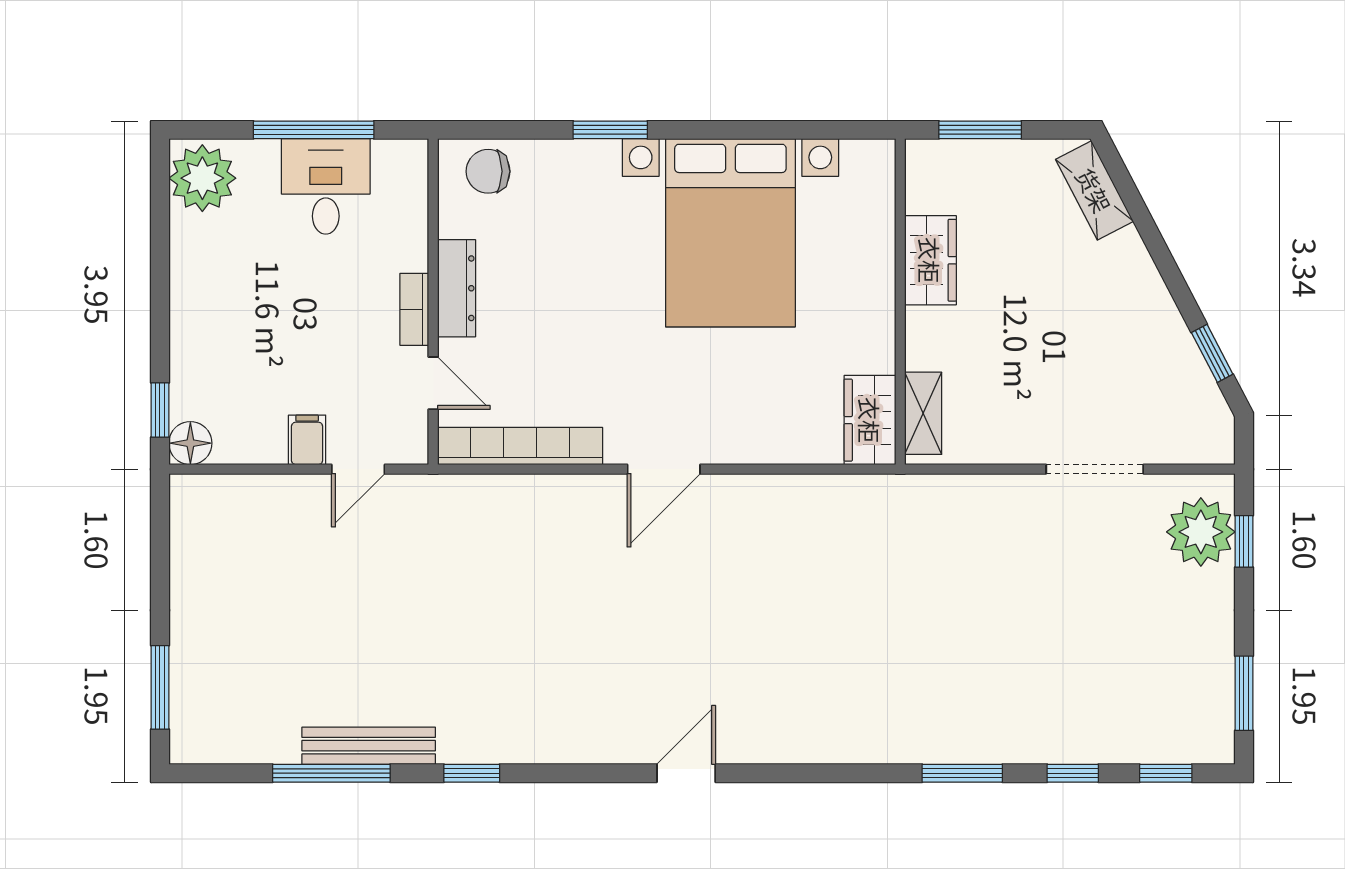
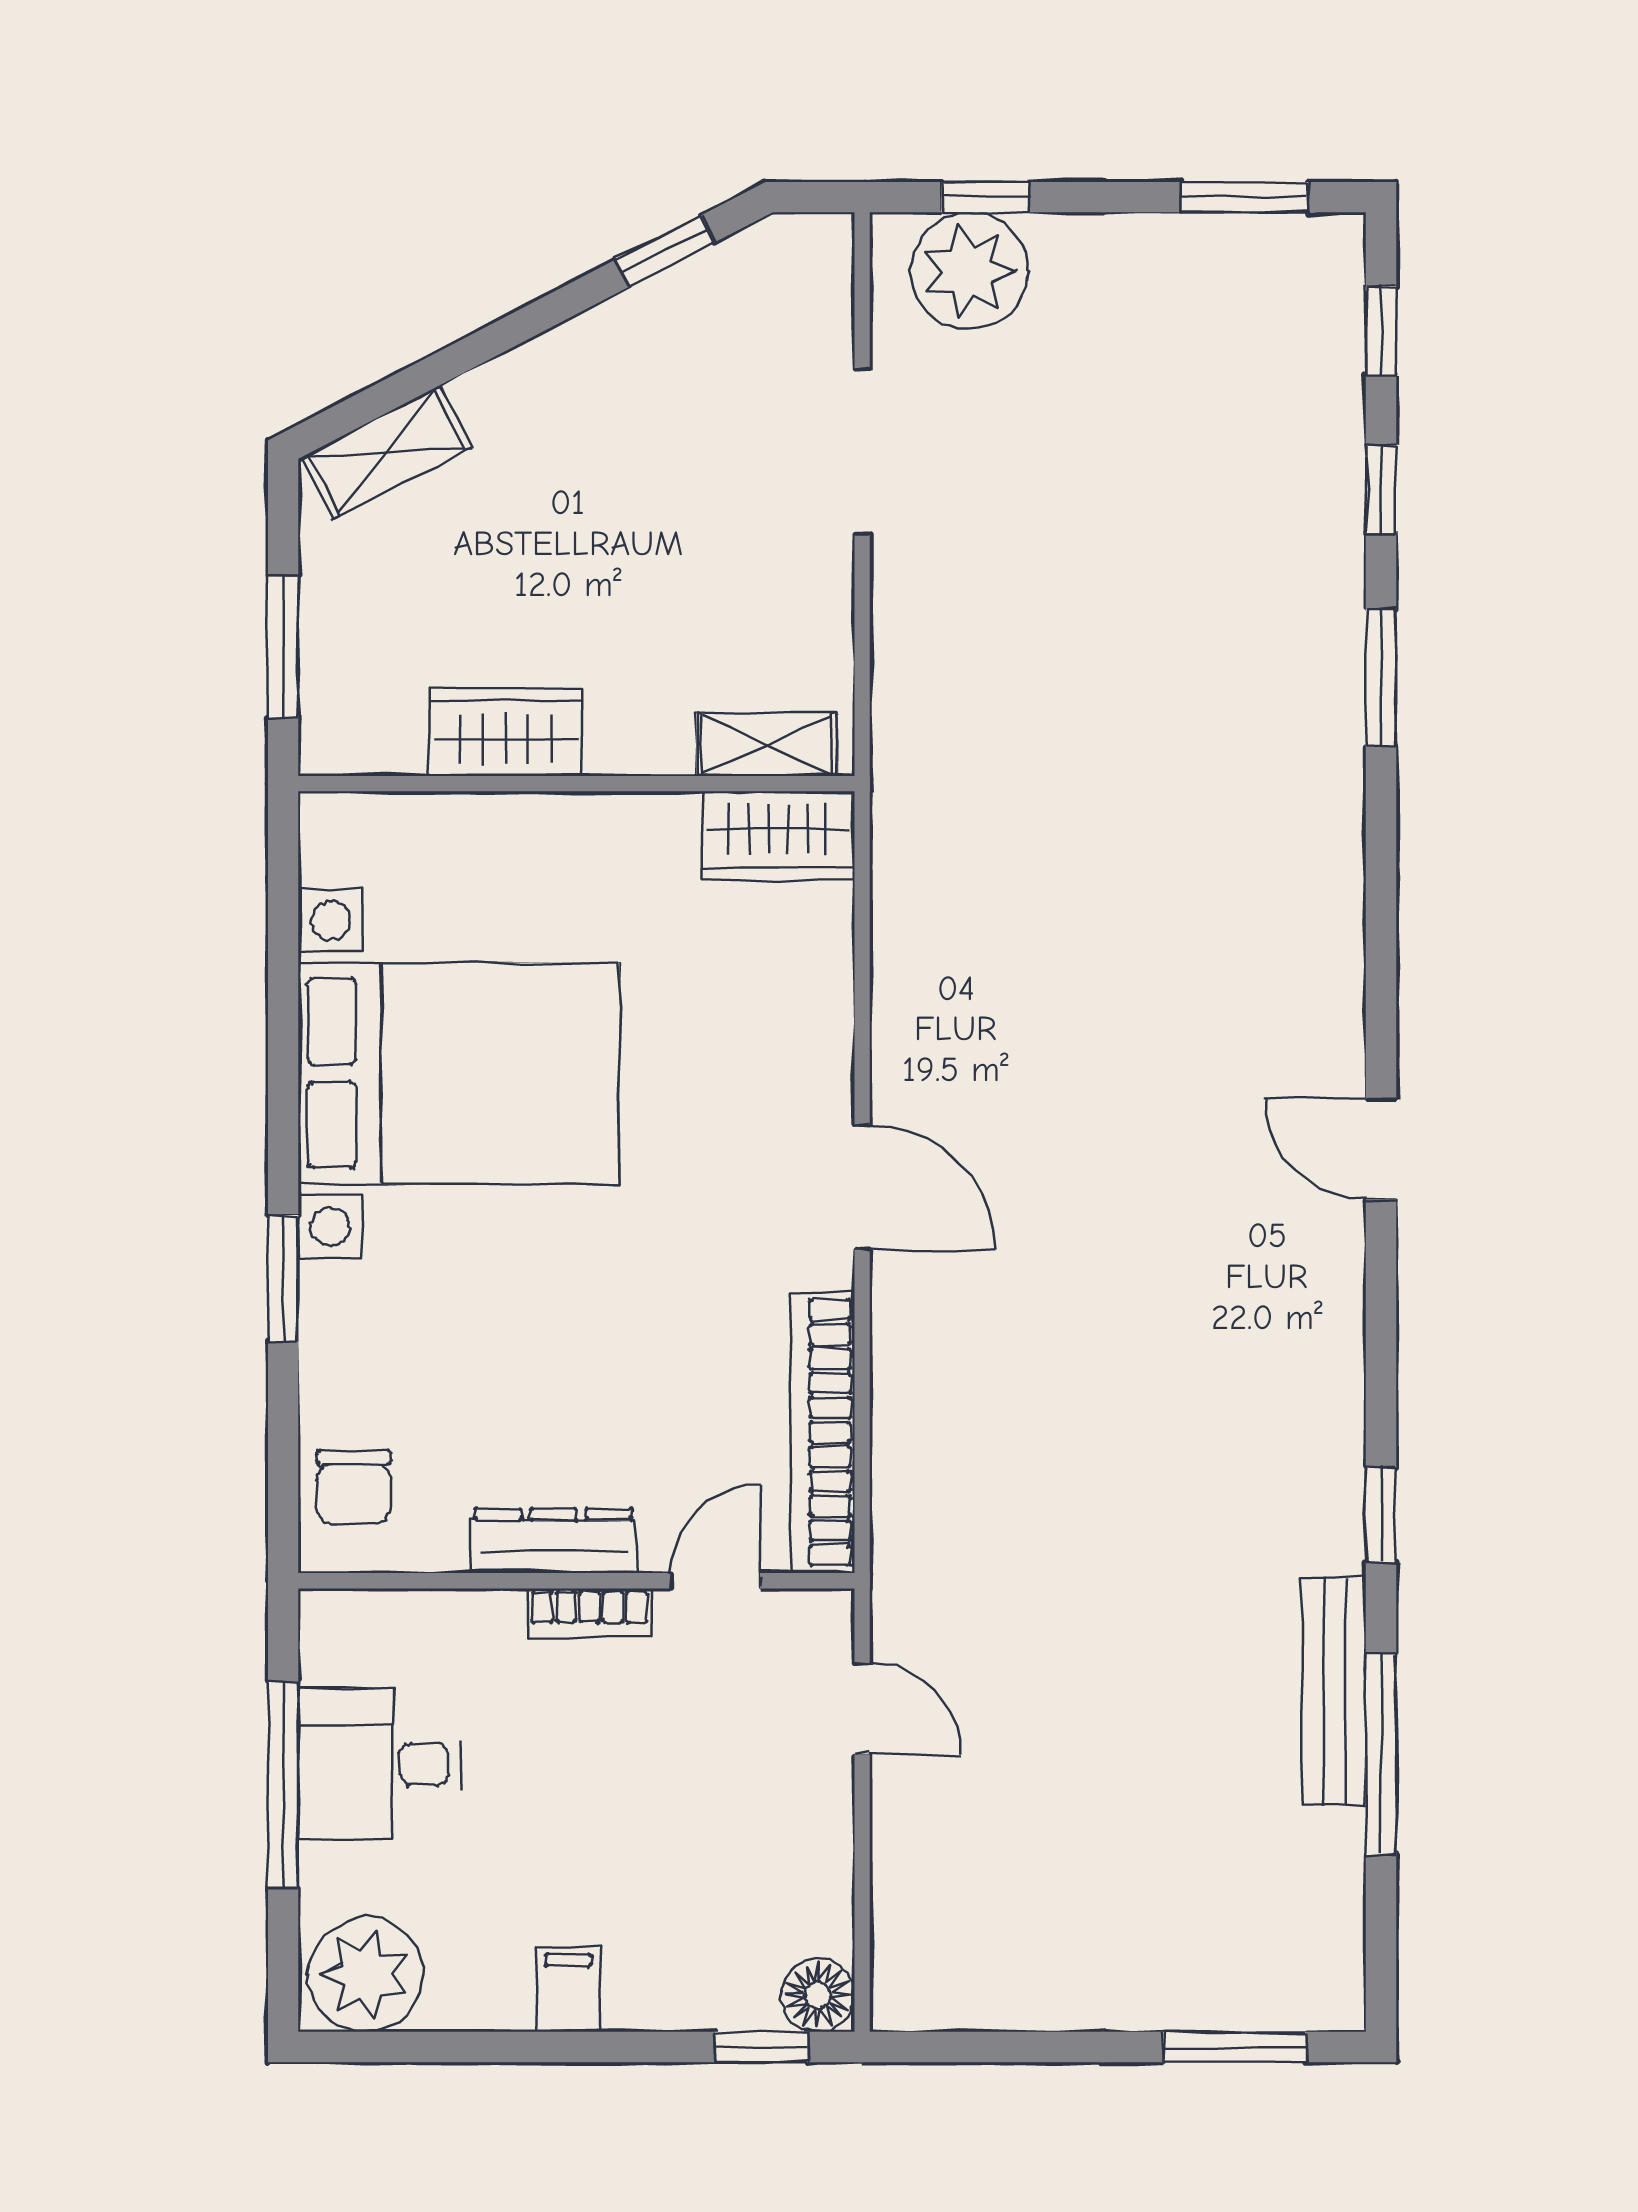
filing cabinet: (307, 440) -> (568, 1990), moved, turned 90

